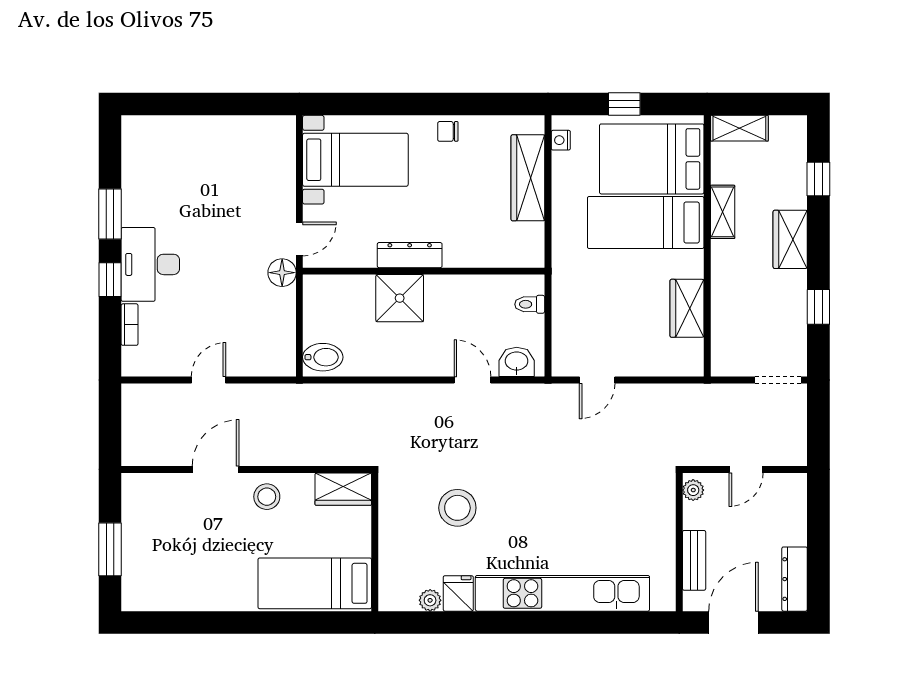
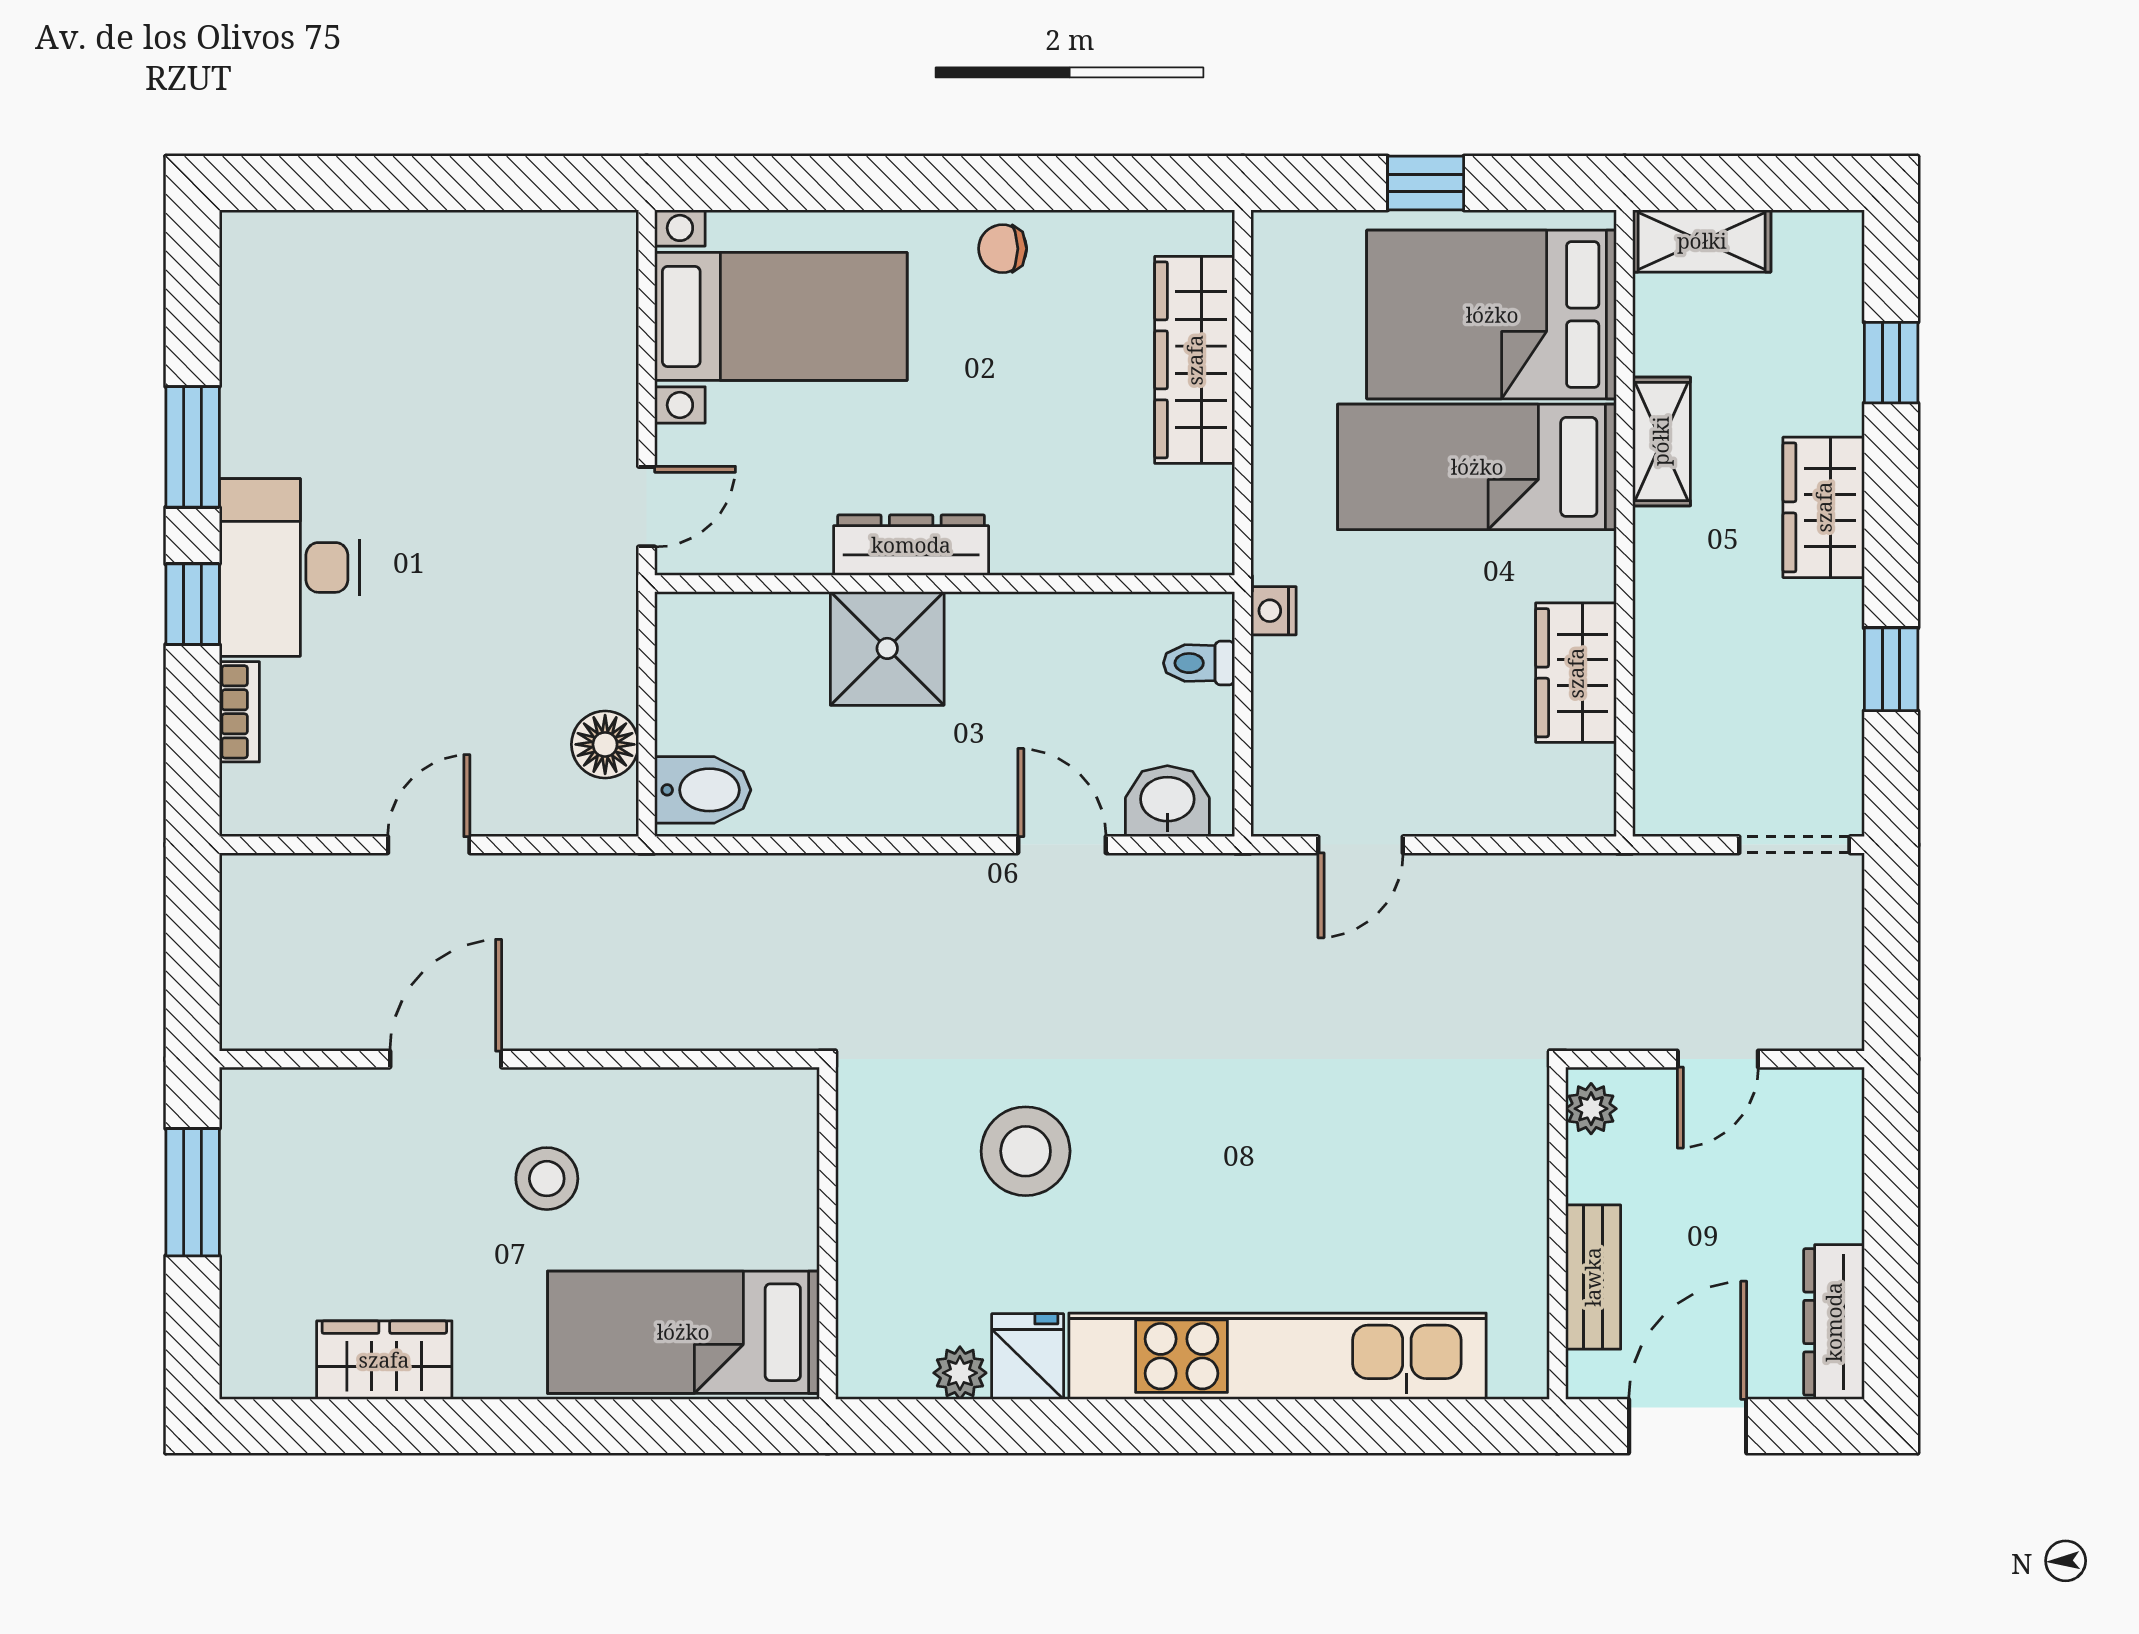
nightstand: (561, 140) -> (1273, 611), moved
floor lamp: (282, 273) -> (605, 744), moved
wardrobe: (343, 489) -> (384, 1360), moved, turned 180
stool: (267, 497) -> (547, 1179), moved
window: (110, 549) -> (193, 1192), moved

